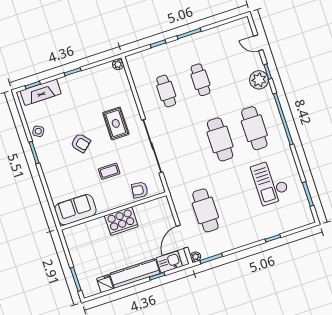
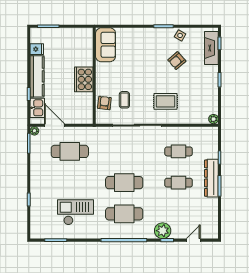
dresser: (184, 45) -> (211, 178), added
armchair: (81, 143) -> (177, 61), moved
coffee table: (109, 171) -> (124, 100), moved

